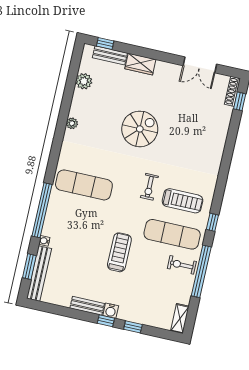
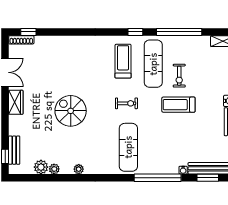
wardrobe: (140, 64) -> (16, 102), moved
plant: (78, 96) -> (54, 169), added
exercise bike: (149, 187) -> (126, 103), moved
exercise bike: (182, 265) -> (179, 76), moved

